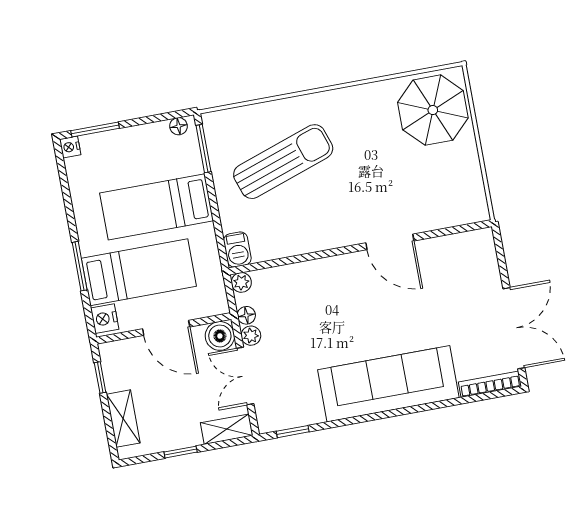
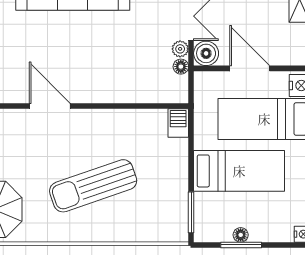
floor lamp: (179, 126) -> (241, 235), moved
window: (95, 129) -> (241, 245), moved
sun lounger: (283, 162) -> (93, 186), moved
plant: (241, 282) -> (180, 95), removed

